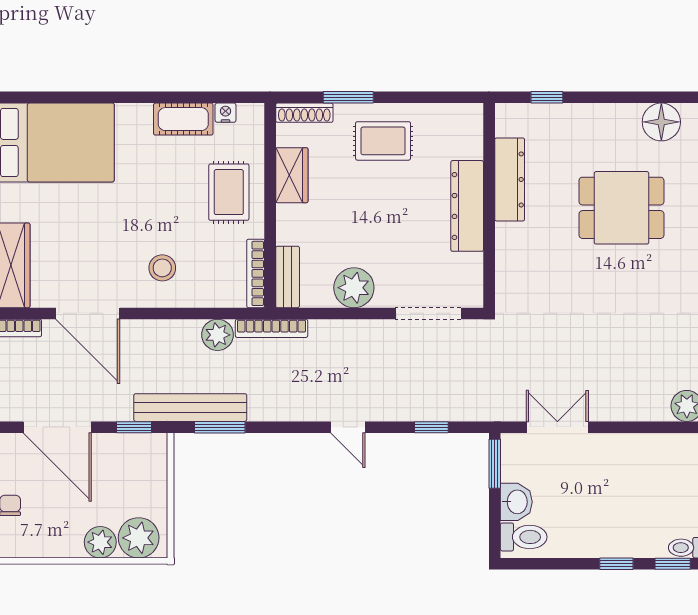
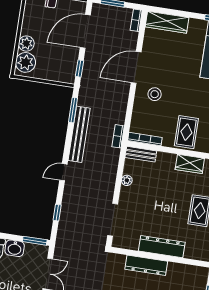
dresser: (510, 179) -> (146, 265), moved
rug: (229, 192) -> (186, 132), turned 90
plant: (354, 288) -> (127, 180), width x0.53, depth x0.53
door: (88, 313) -> (136, 67), moved
bookcase: (272, 328) -> (118, 136), width x0.64
plant: (217, 335) -> (118, 116), removed
bench: (190, 408) -> (79, 134), moved

